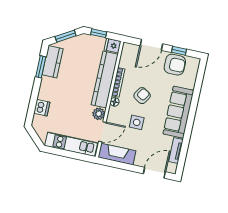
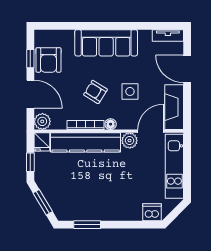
plant: (128, 49) -> (42, 121), added
kitchen counter: (53, 62) -> (78, 211), removed
armchair: (175, 65) -> (48, 60), turned 180
dishwasher: (42, 108) -> (152, 212), moved
door: (102, 132) -> (151, 131), hinge flipped
tv unit: (176, 151) -> (168, 35), moved
door: (154, 173) -> (187, 69), moved

